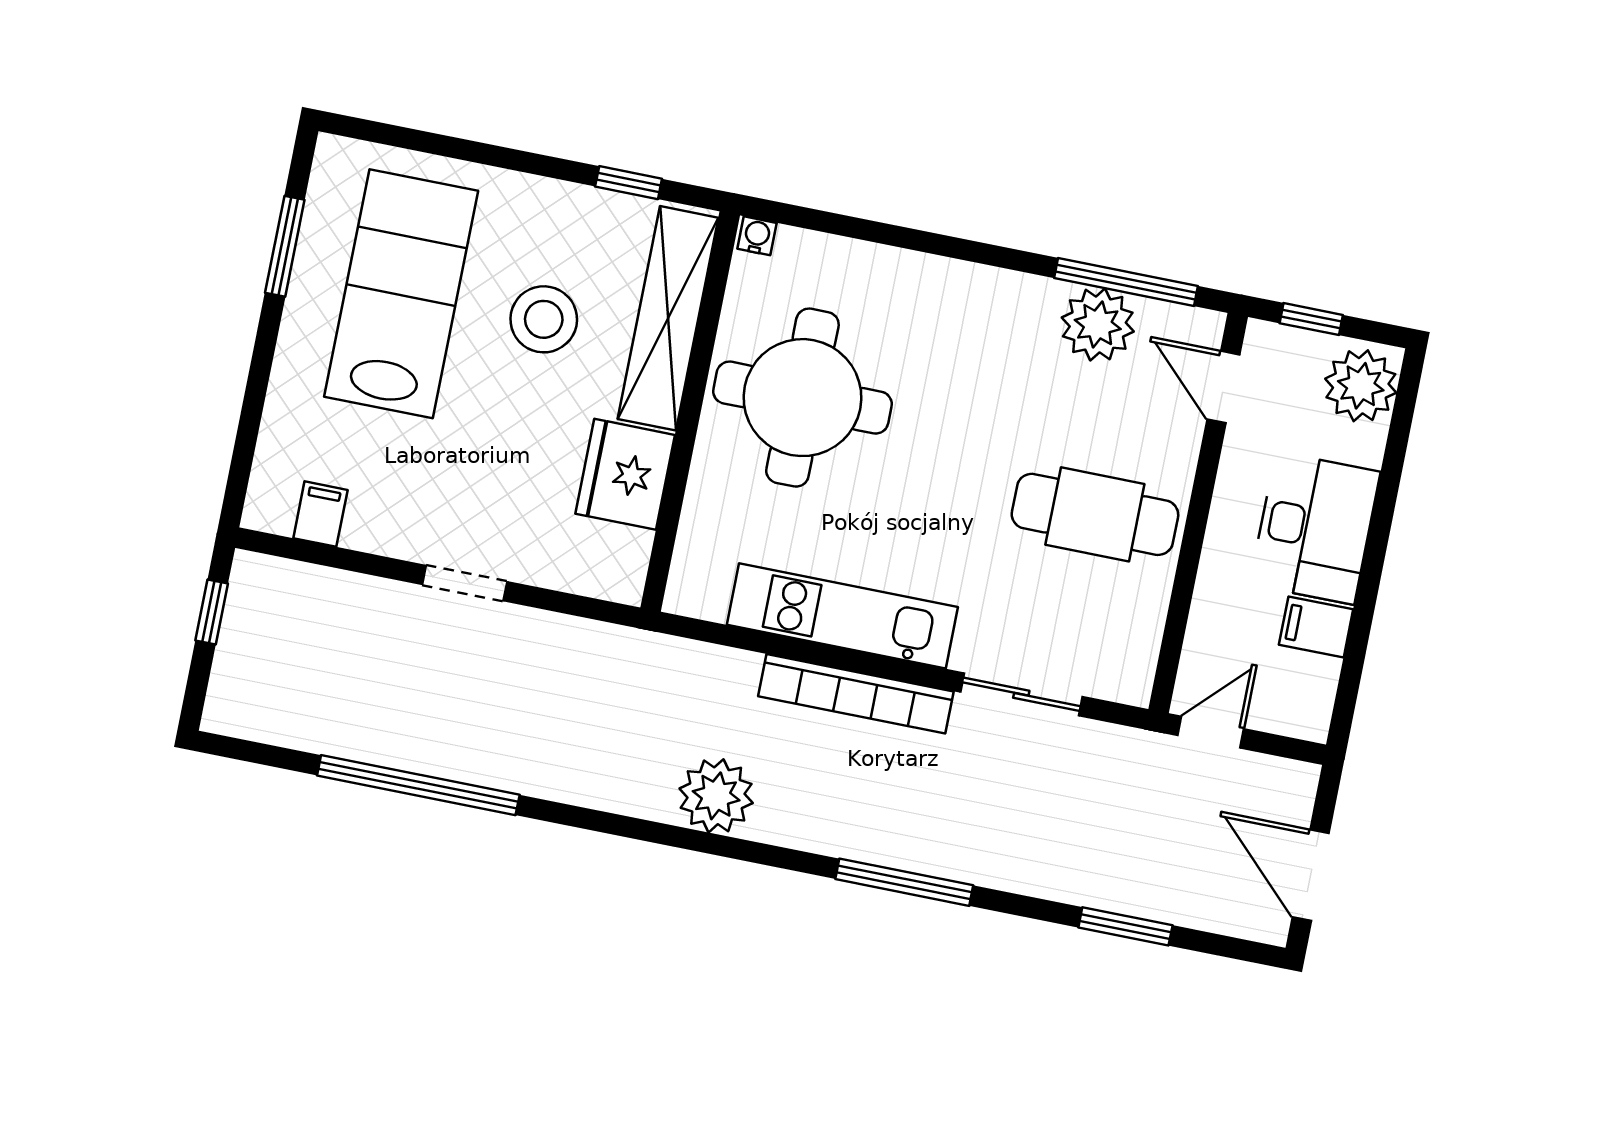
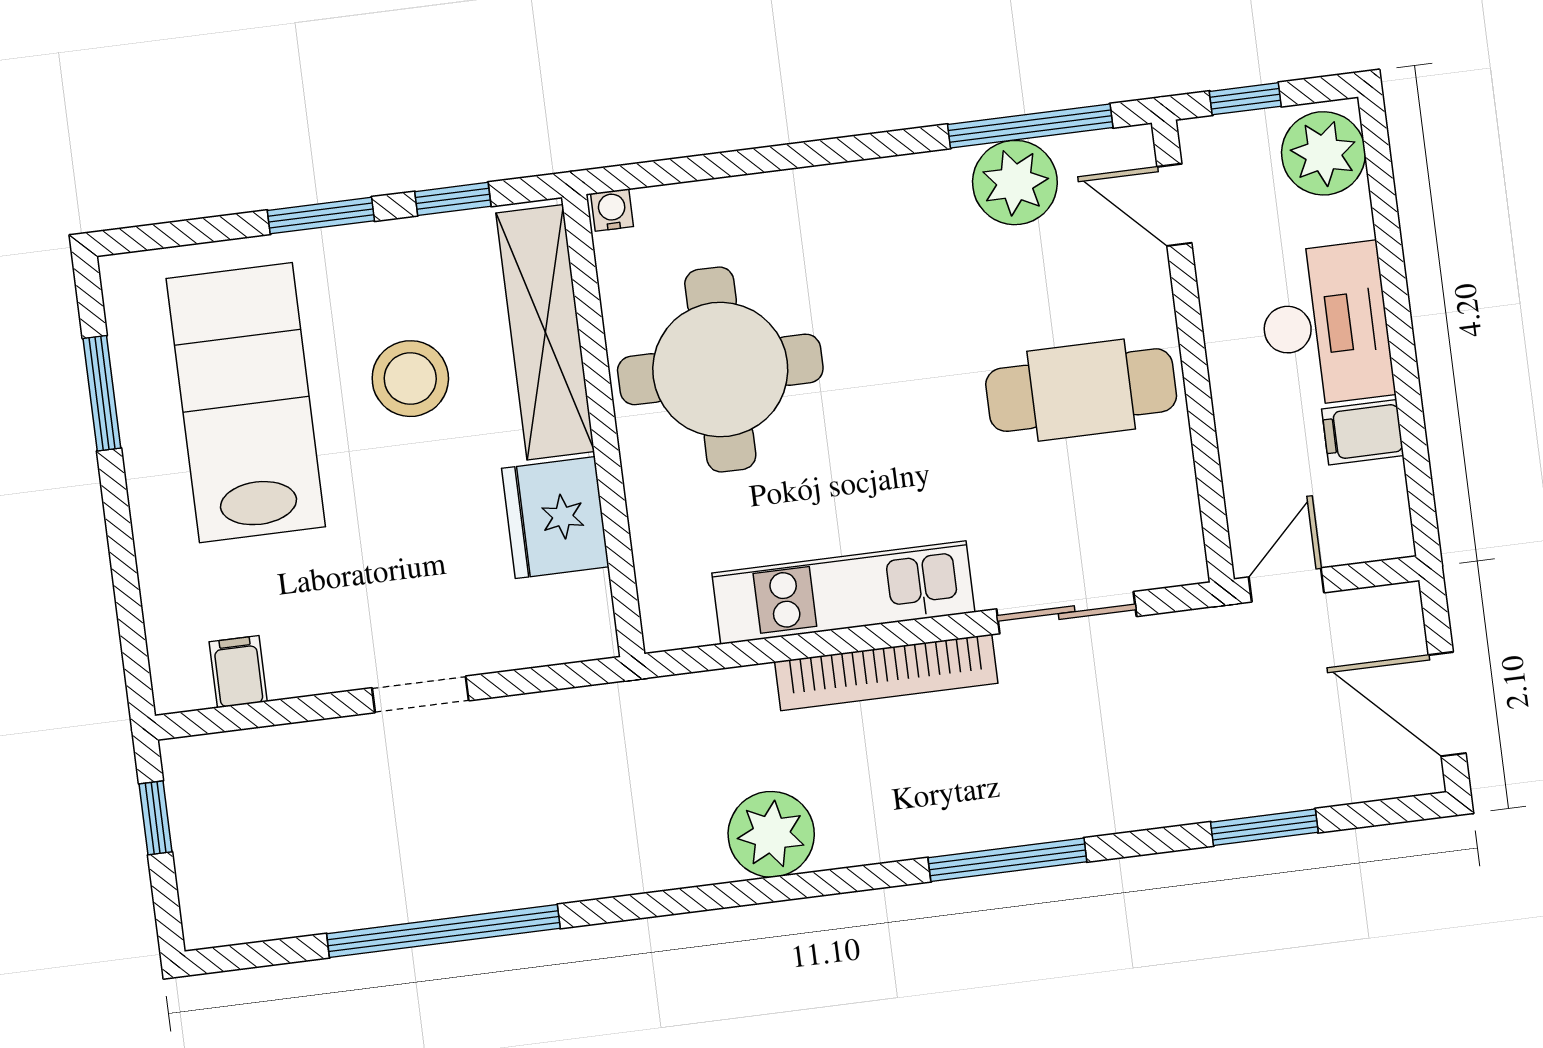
window: (515, 160) -> (321, 216), added

